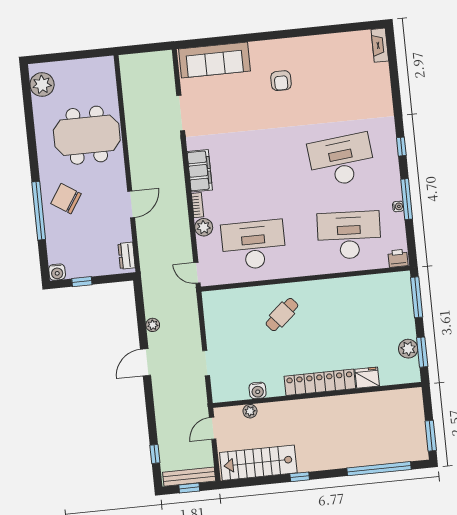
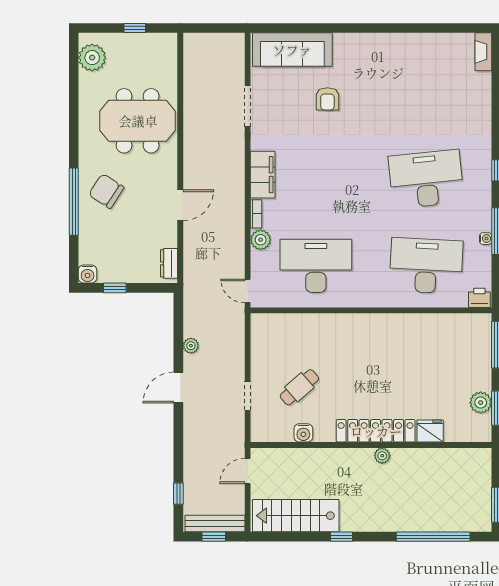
window: (76, 55) -> (135, 28), added
armchair: (281, 81) -> (327, 99), moved
cafe table: (282, 315) -> (299, 387), moved
plant: (250, 411) -> (382, 456), moved

